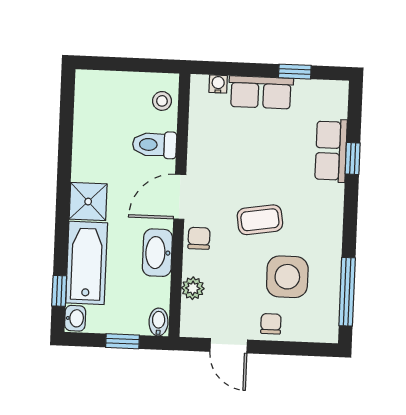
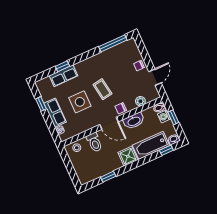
window: (66, 137) -> (108, 177), added
side table: (287, 277) -> (80, 102), moved
washing machine: (134, 323) -> (164, 116), added

